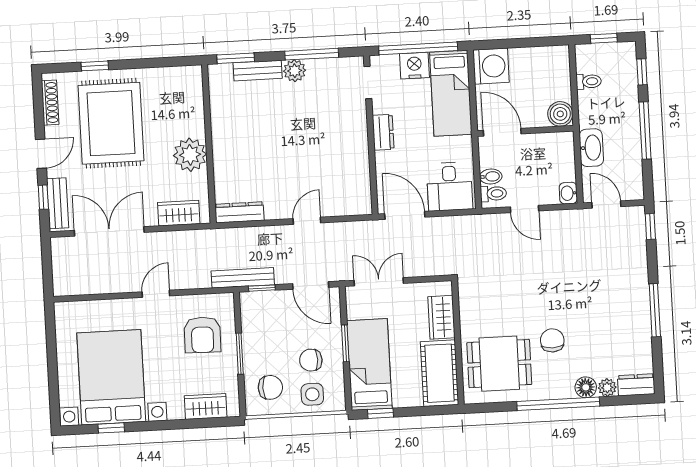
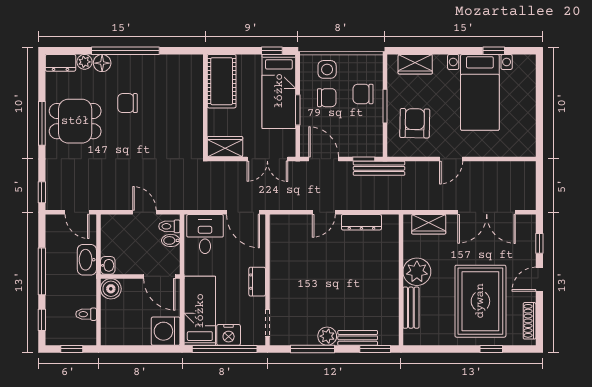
washbasin: (568, 193) -> (108, 265), moved
bench: (58, 203) -> (411, 308), moved
dresser: (239, 212) -> (361, 222), moved
wardrobe: (441, 317) -> (225, 147), moved, turned -90
chair: (552, 340) -> (128, 103), turned 90
dining table: (499, 364) -> (75, 121), moved
bed with nightstands: (111, 377) -> (480, 92), width x0.73
chair: (270, 387) -> (363, 94), moved

